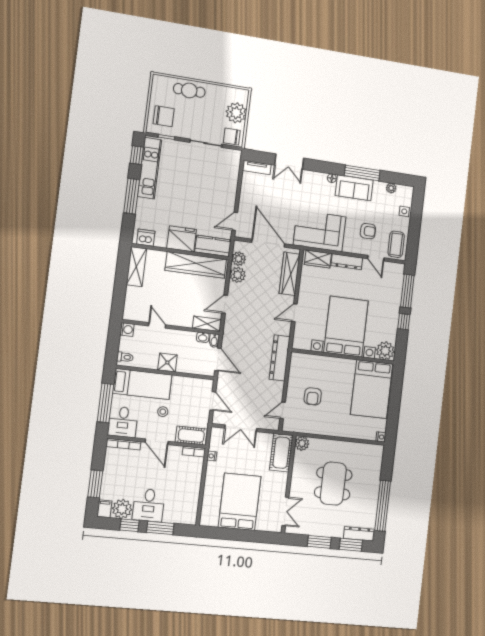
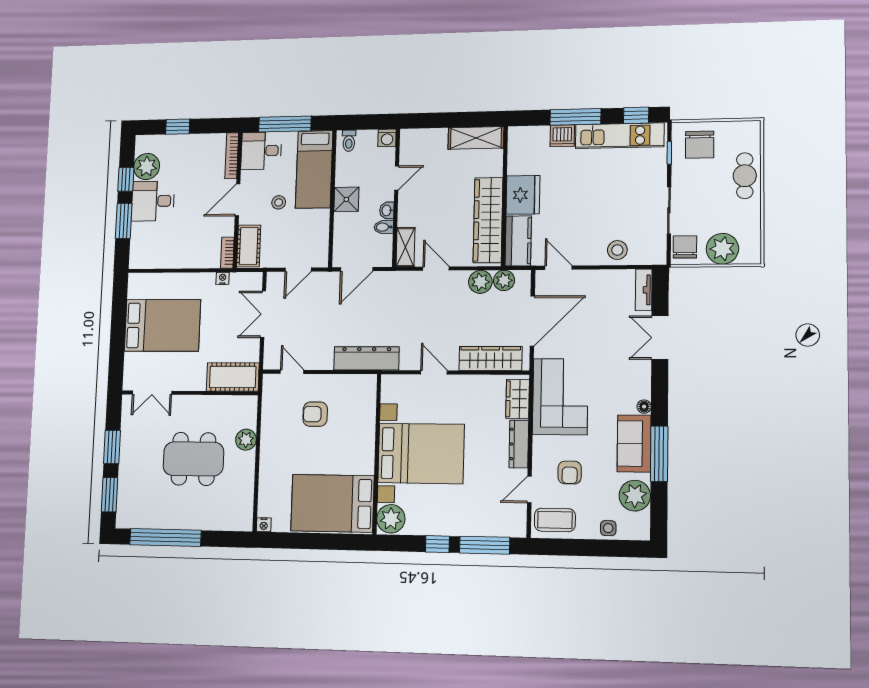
stool: (228, 181) -> (617, 250), added
plant: (391, 188) -> (635, 496), width x1.88, depth x1.88
dishwasher: (146, 238) -> (562, 136), moved, turned 90
washbasin: (203, 337) -> (387, 210), moved
bidet: (214, 341) -> (384, 227), moved
plant: (302, 443) -> (246, 440), moved
window: (95, 484) -> (178, 127), width x0.67
filing cabinet: (104, 509) -> (146, 143), removed
dresser: (359, 534) -> (125, 505), removed

